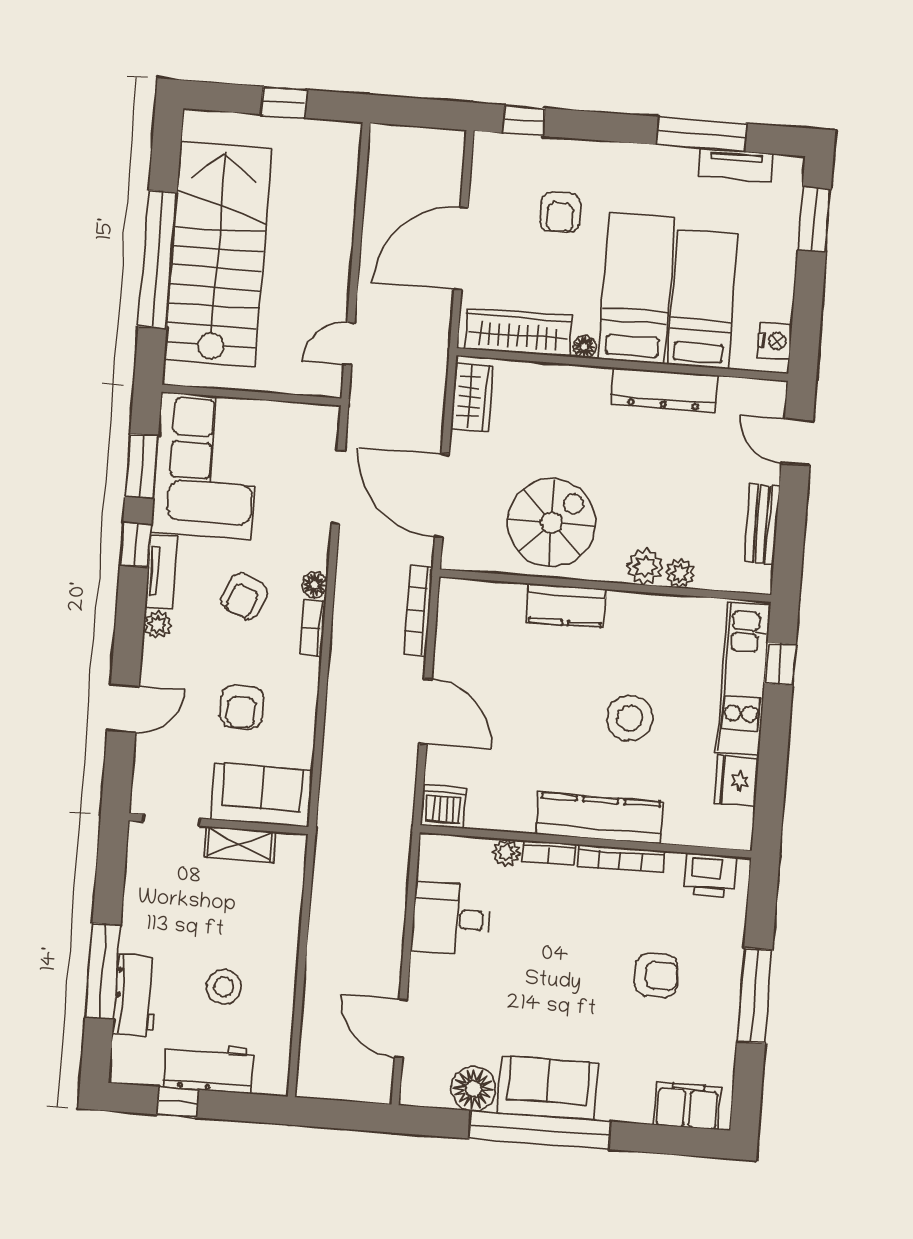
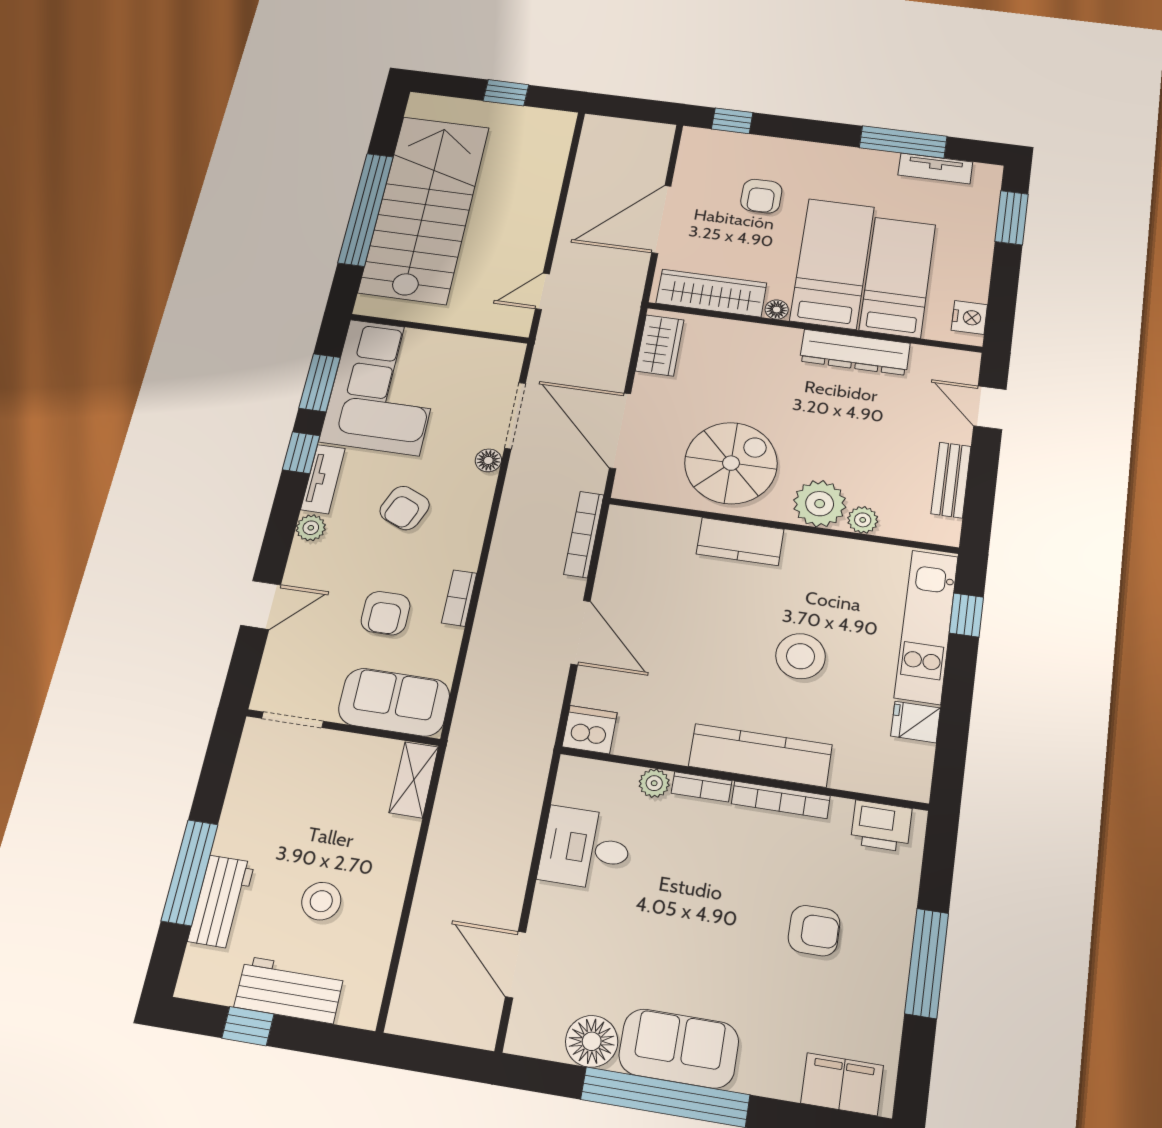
plant: (645, 567) -> (820, 504), width x1.36, depth x1.36
floor lamp: (315, 585) -> (488, 460), moved
bookcase: (313, 628) -> (459, 598), moved
fridge: (737, 781) -> (916, 722), width x0.72
shelving: (239, 844) -> (414, 780), moved, turned 90

